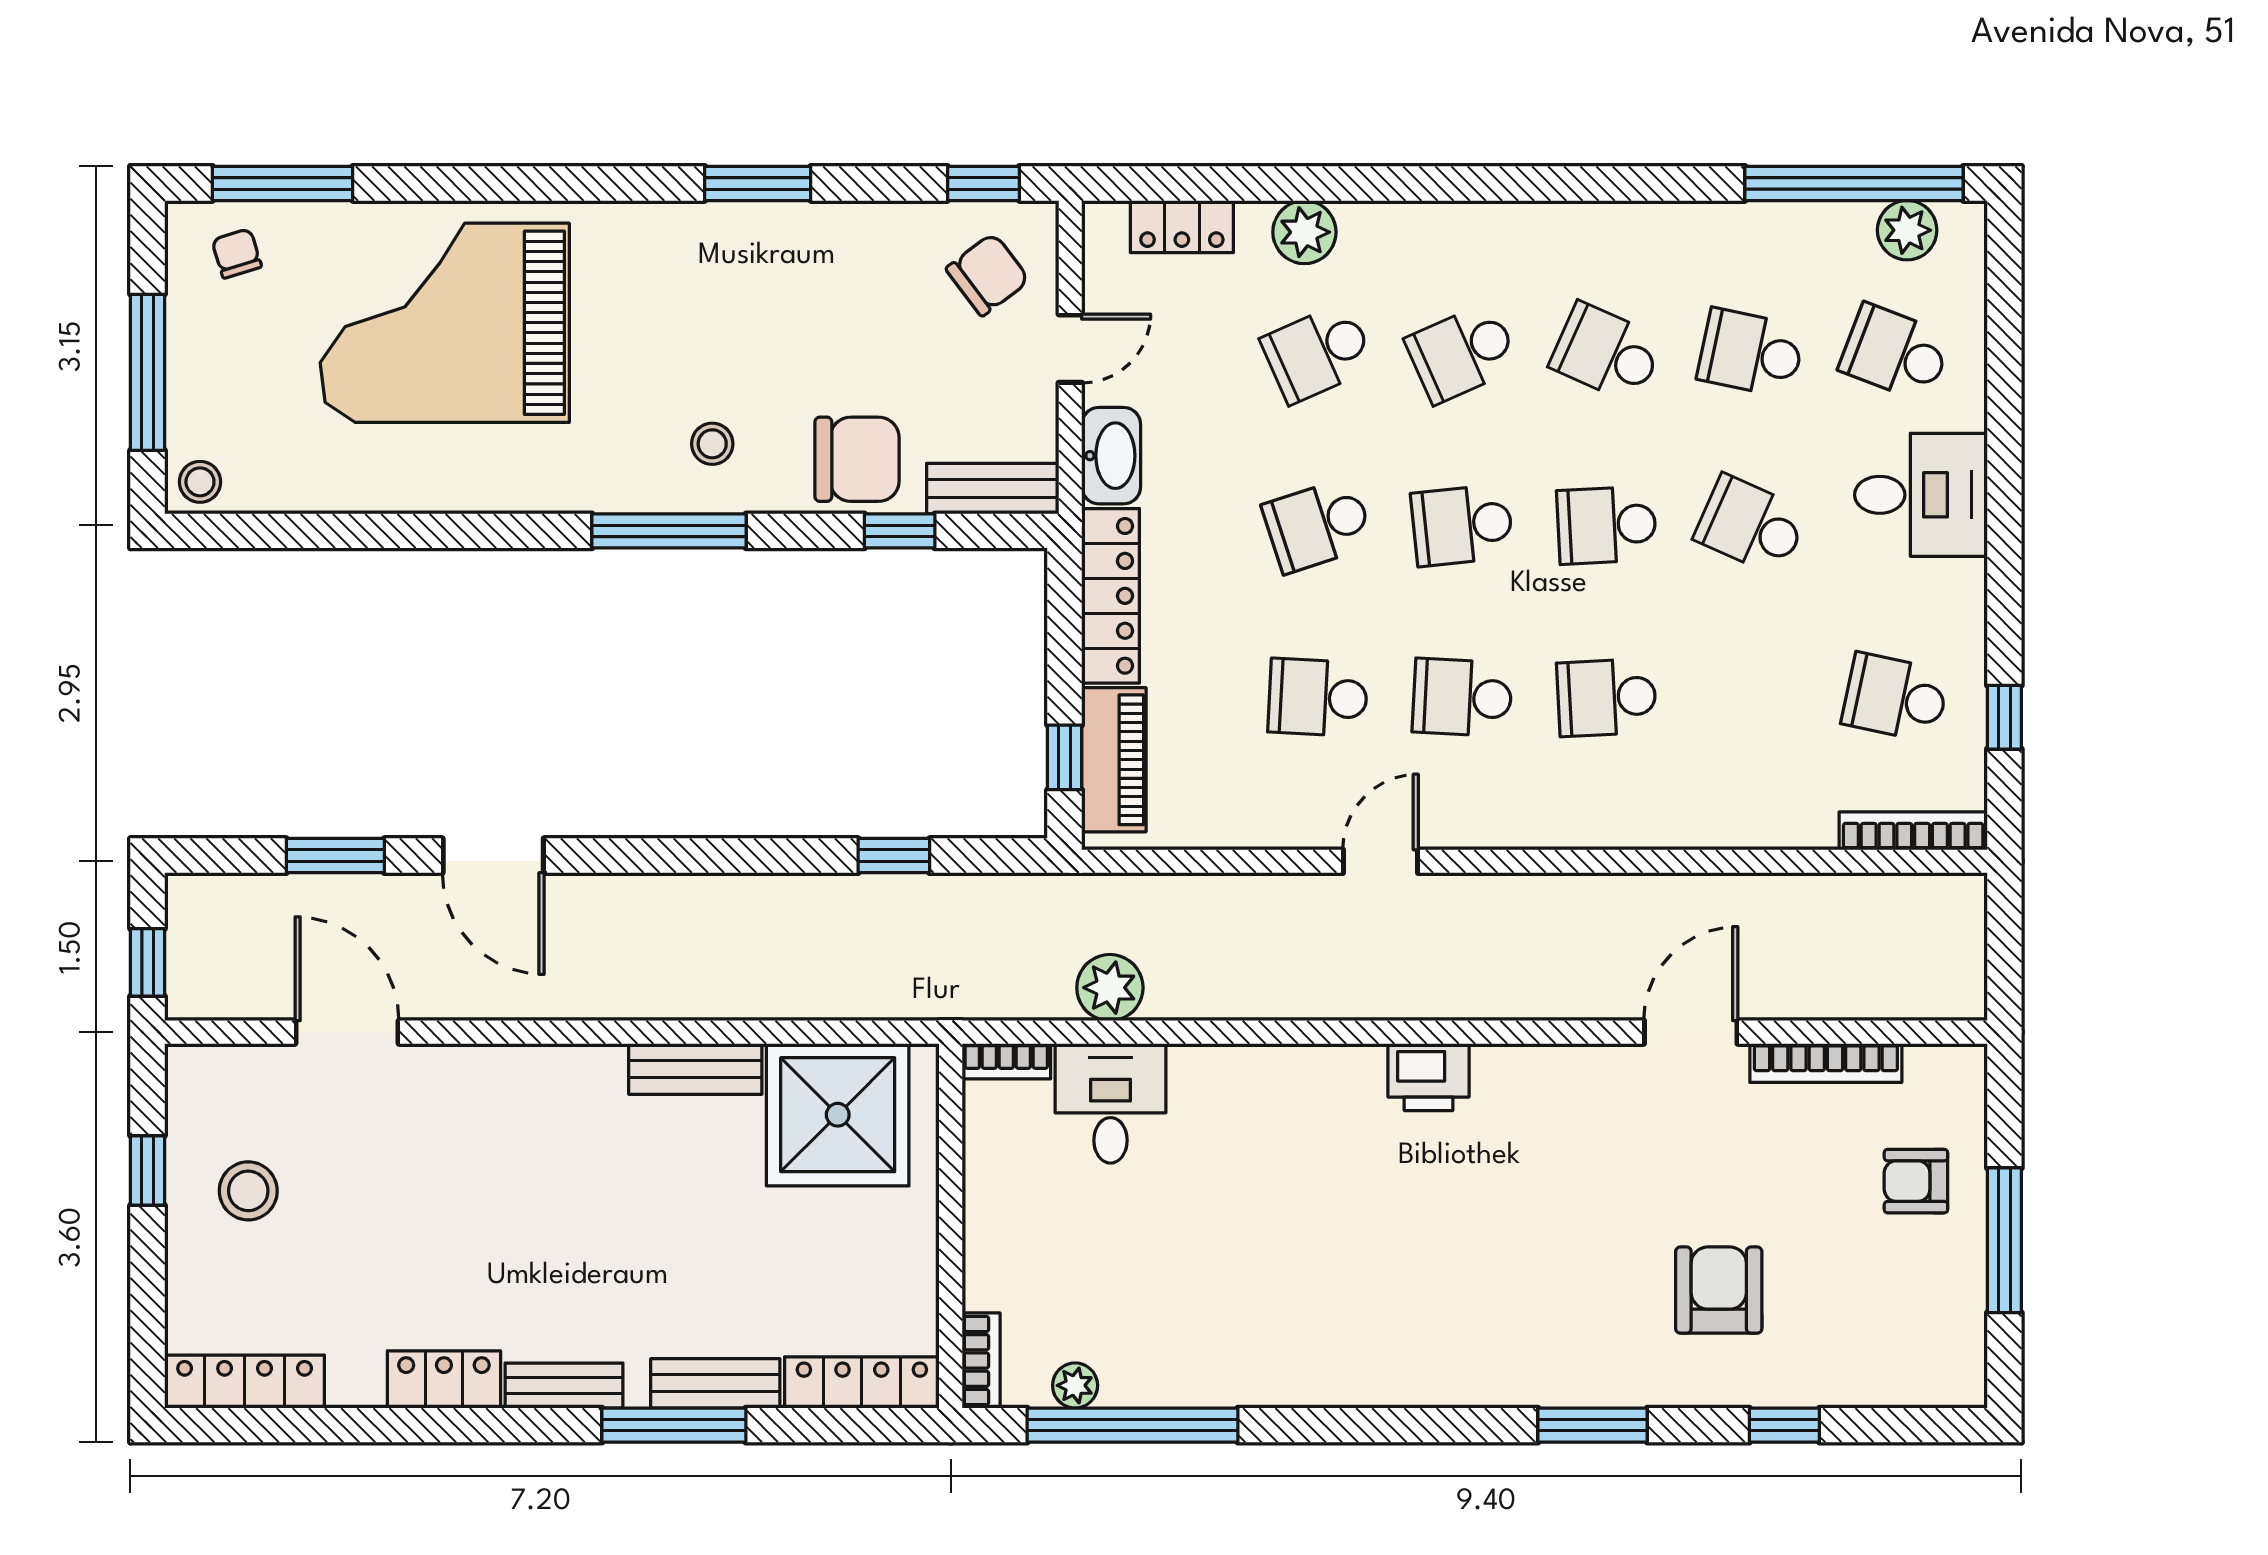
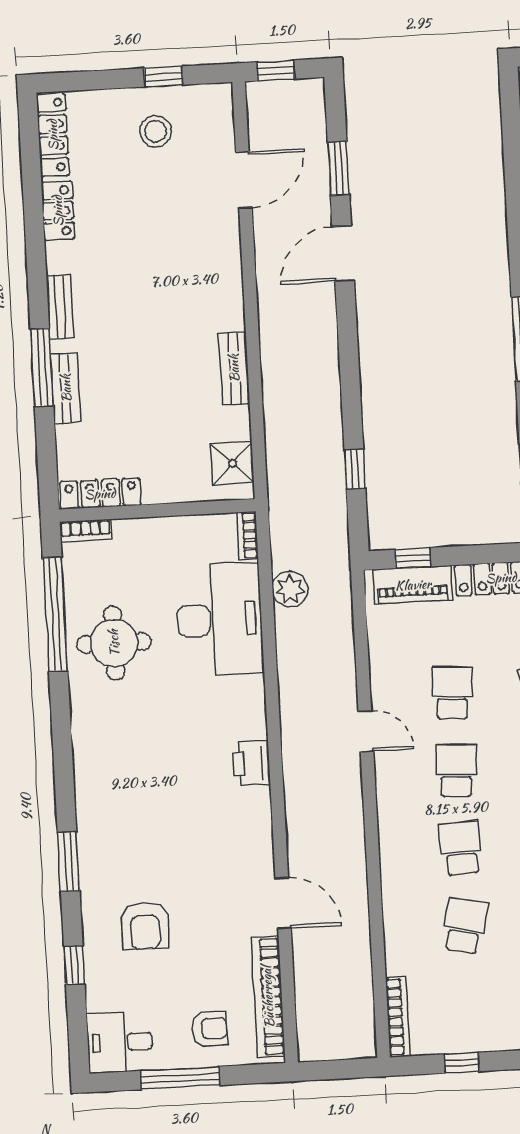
school desk: (1895, 697) -> (465, 926), moved
bookcase: (1826, 1063) -> (268, 997), width x1.48, depth x1.31
desk: (1111, 1103) -> (220, 619), width x1.87, depth x1.30
shower: (838, 1115) -> (232, 463), width x0.54, depth x0.54
armchair: (1916, 1181) -> (209, 1029), turned 90
armchair: (1719, 1290) -> (145, 926), turned 90
round table: (1192, 1319) -> (114, 643), added
desk: (1932, 1348) -> (120, 1042), added
locker: (444, 1379) -> (58, 211), moved
locker: (862, 1382) -> (100, 494), moved, turned -90
plant: (1075, 1385) -> (75, 582), removed

